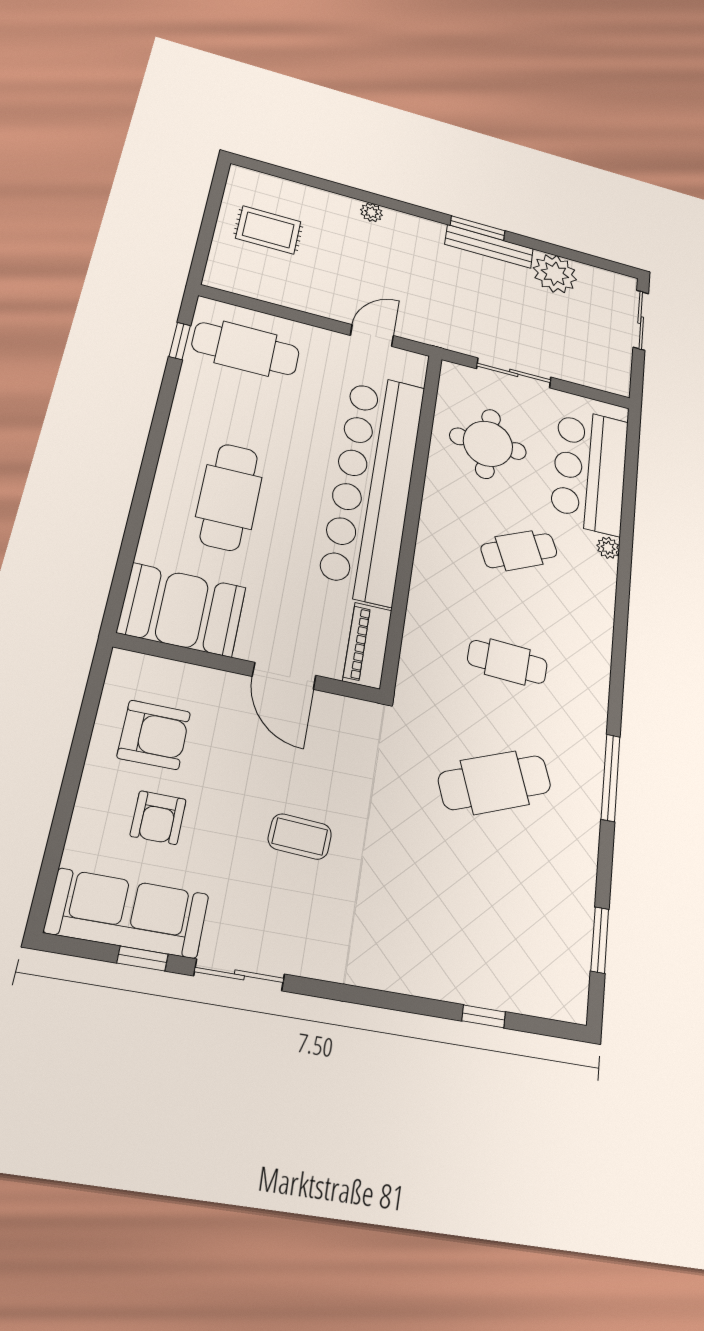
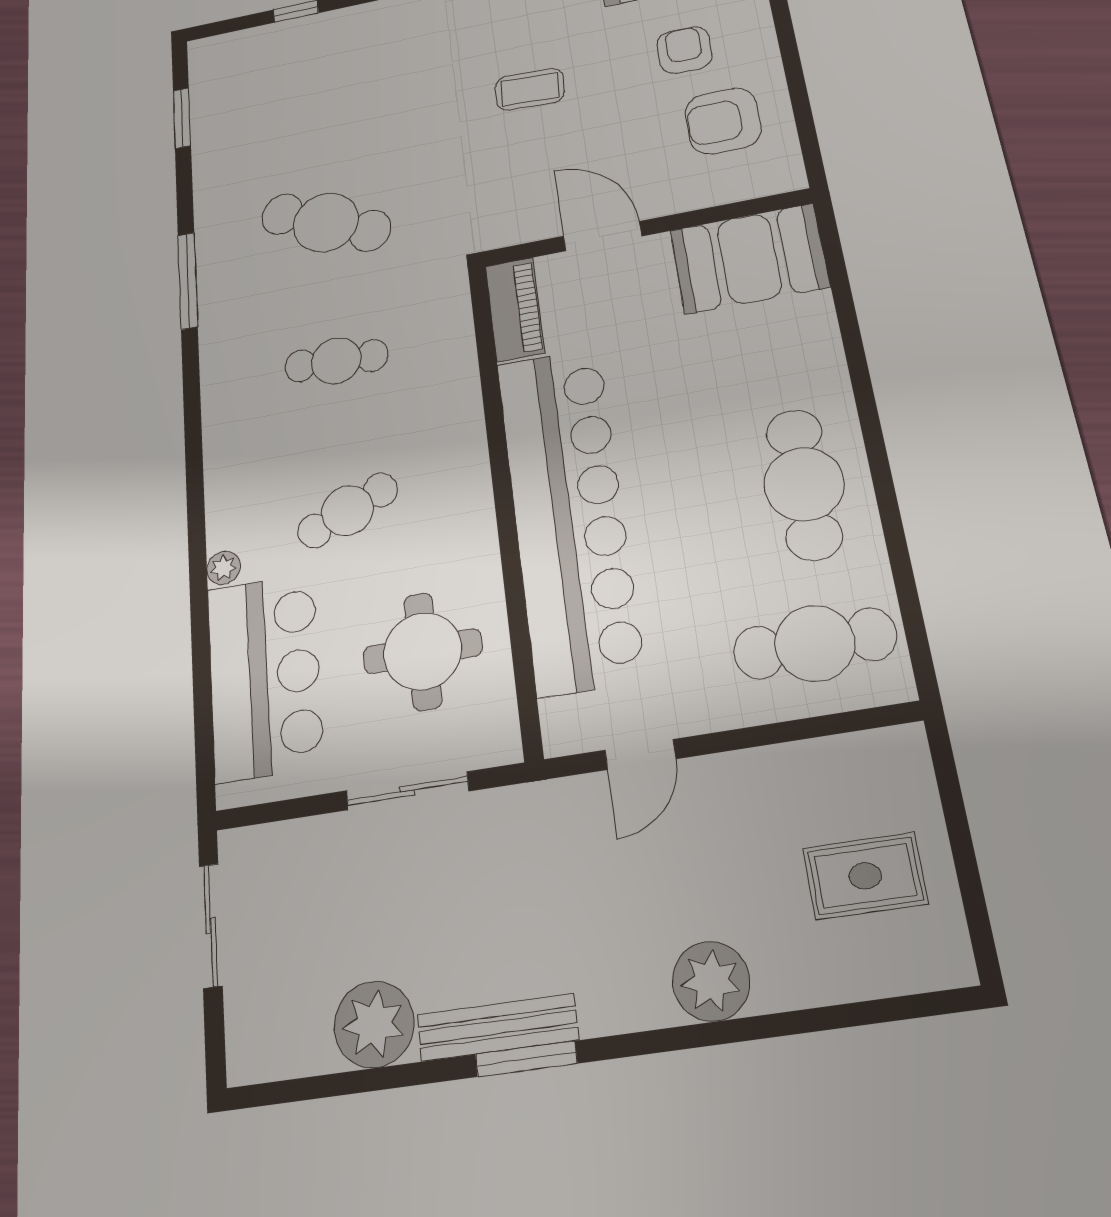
plant: (371, 212) -> (711, 981), width x1.87, depth x1.87
sliding door: (641, 320) -> (211, 925), moved
window: (180, 341) -> (911, 612), removed
cafe table: (229, 497) -> (804, 484), moved
cafe table: (495, 782) -> (326, 222), turned 45

